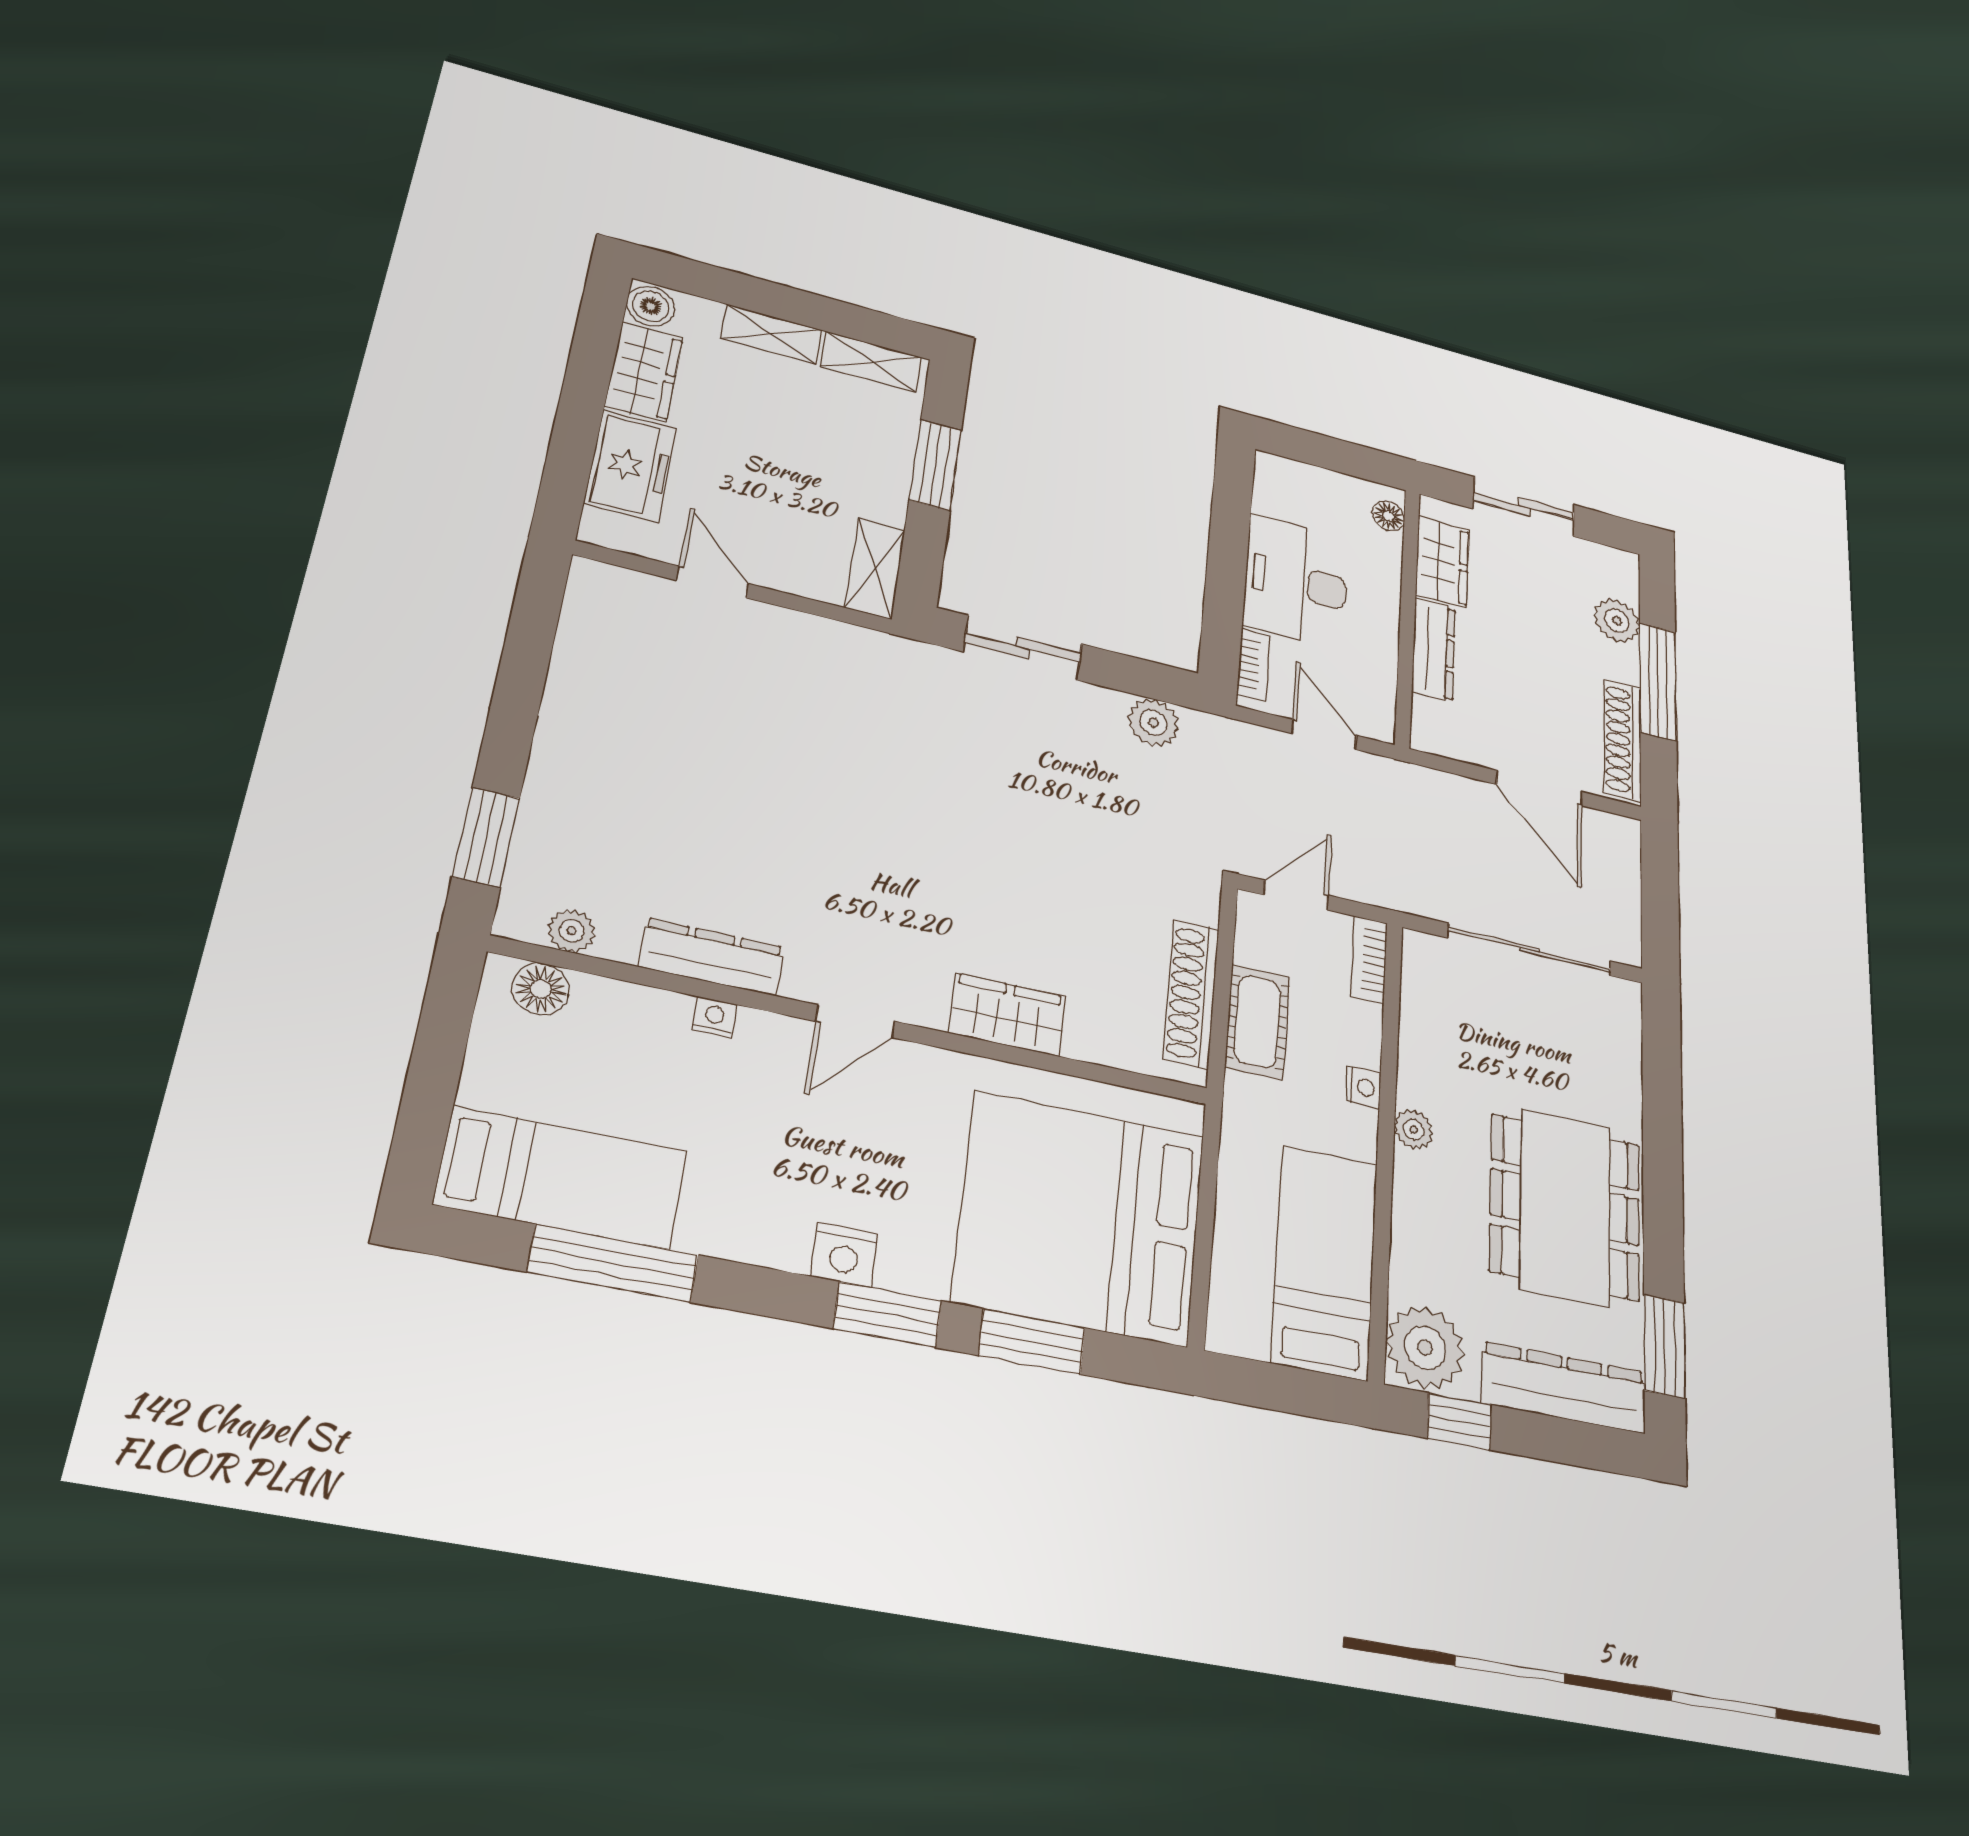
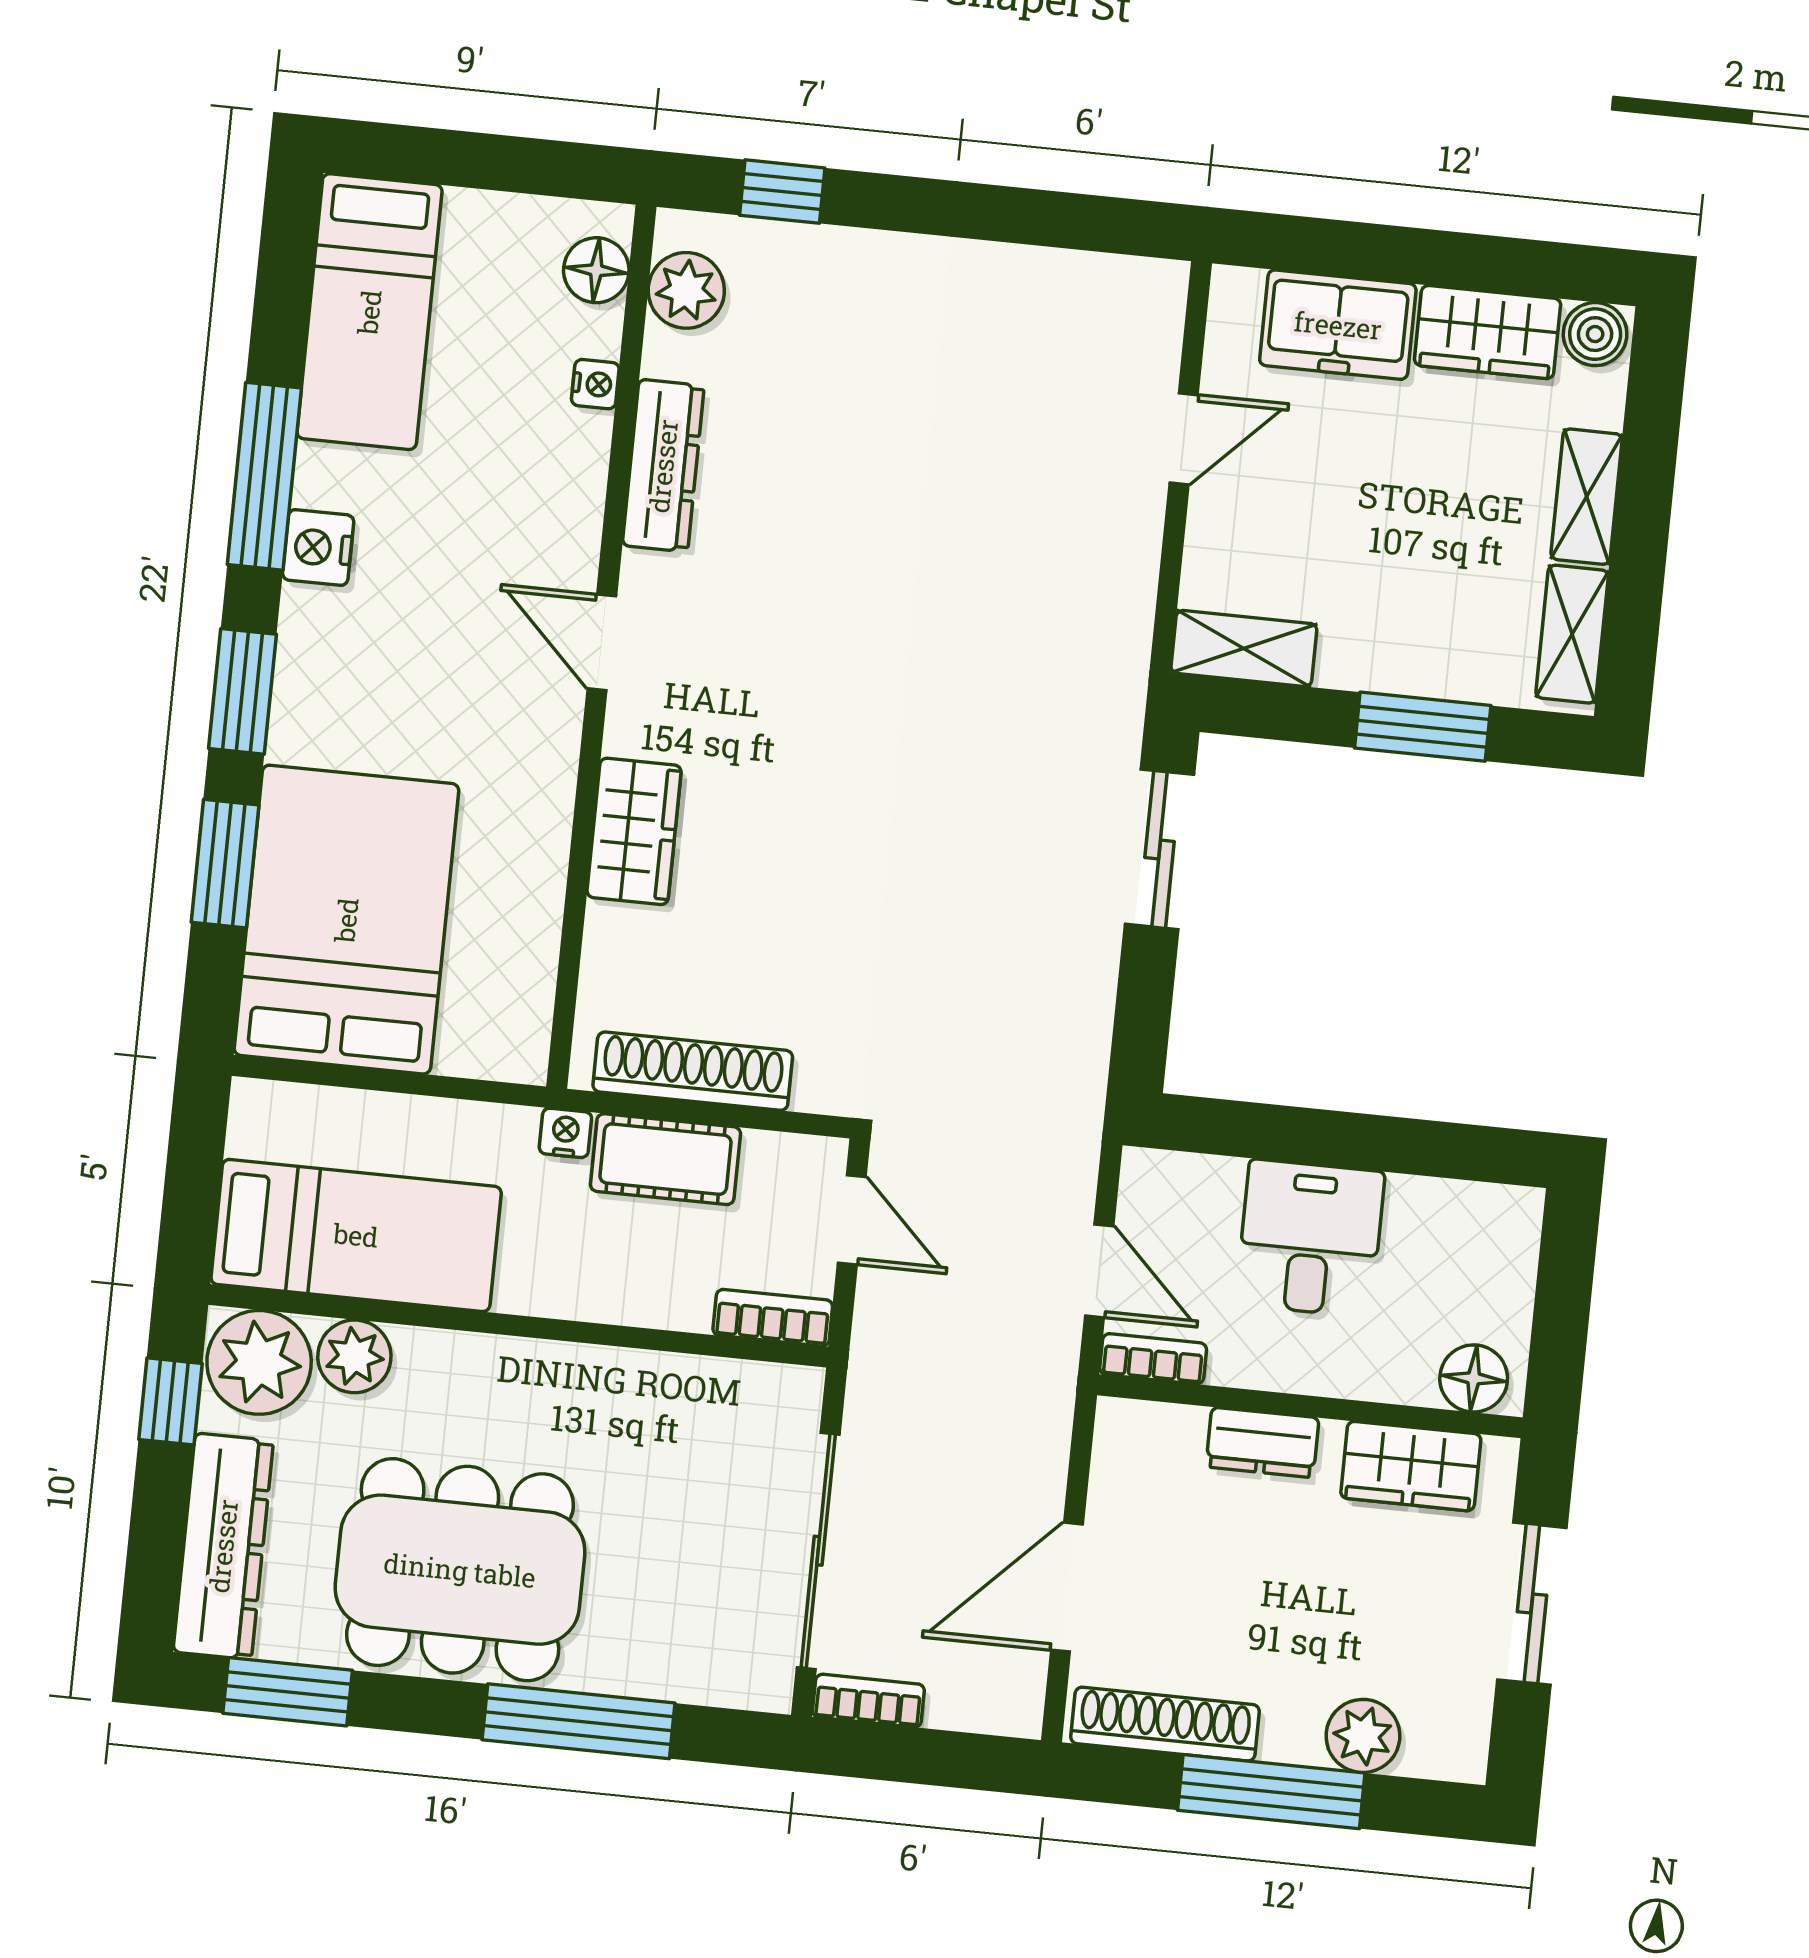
floor lamp: (1389, 516) -> (1474, 1378), width x1.37, depth x1.37
desk: (1296, 582) -> (1310, 1238), width x0.73
dresser: (1434, 650) -> (1262, 1442), width x0.70
bookcase: (1254, 665) -> (1153, 1359), moved, turned 180
plant: (1153, 723) -> (1077, 1028), removed
door: (1324, 734) -> (1099, 1271), hinge flipped
window: (486, 837) -> (782, 192), width x0.67
bookcase: (1627, 929) -> (868, 1701), added
plant: (572, 931) -> (686, 290), width x1.38, depth x1.38
nightstand: (714, 1017) -> (595, 384), moved
nightstand: (1363, 1087) -> (565, 1133), moved, turned 180
plant: (1414, 1129) -> (354, 1356), moved, width x1.38, depth x1.38
window: (1662, 1132) -> (579, 1721), added
bed: (1080, 1218) -> (346, 920), width x0.73
nightstand: (844, 1255) -> (318, 548), moved
window: (613, 1263) -> (264, 476), moved

